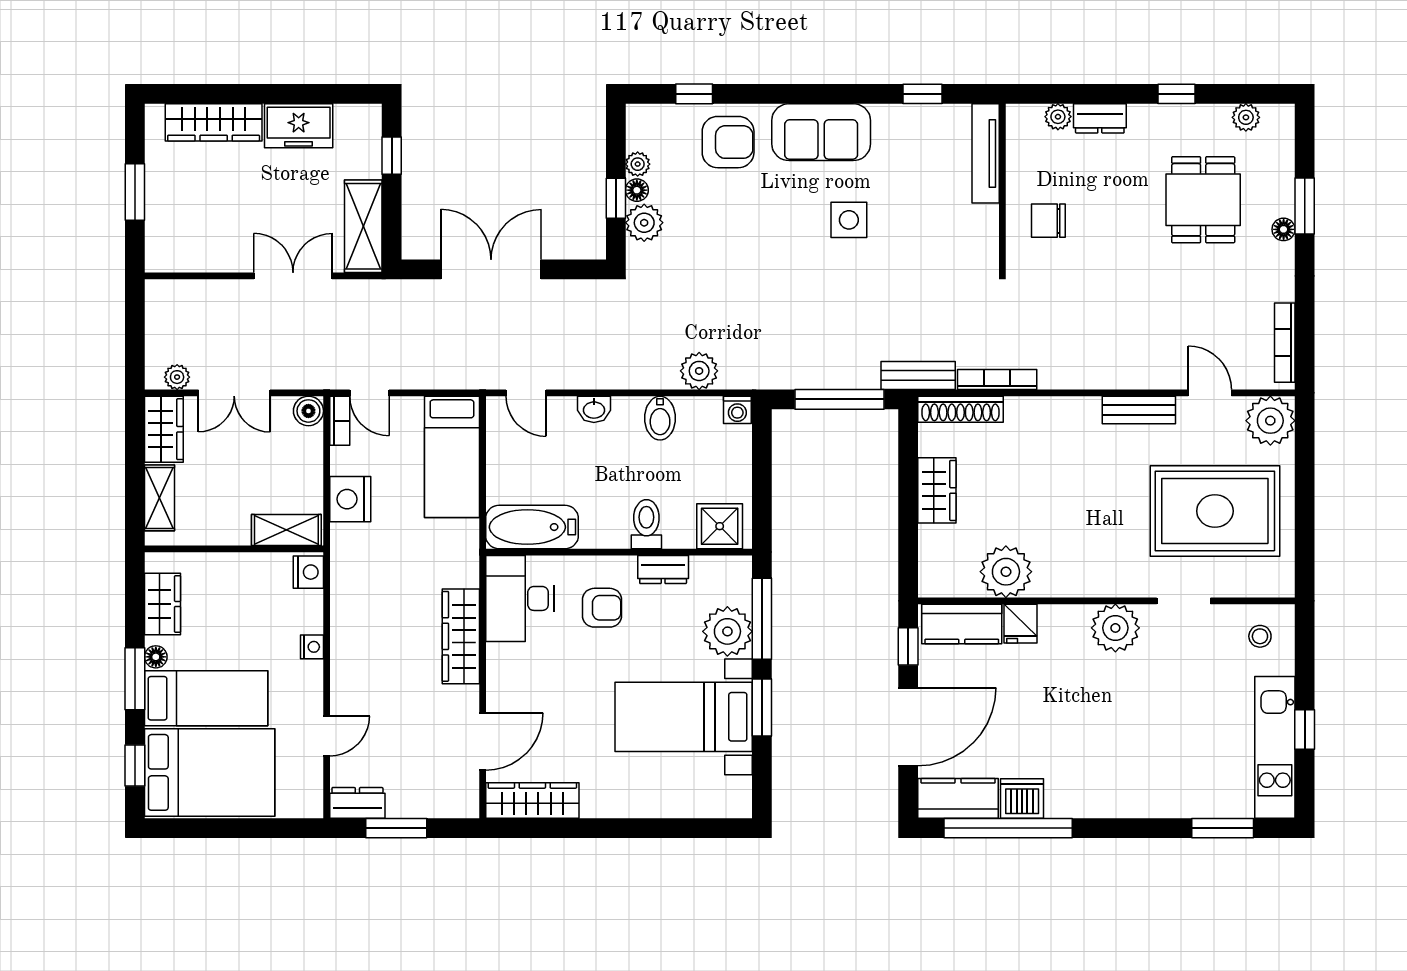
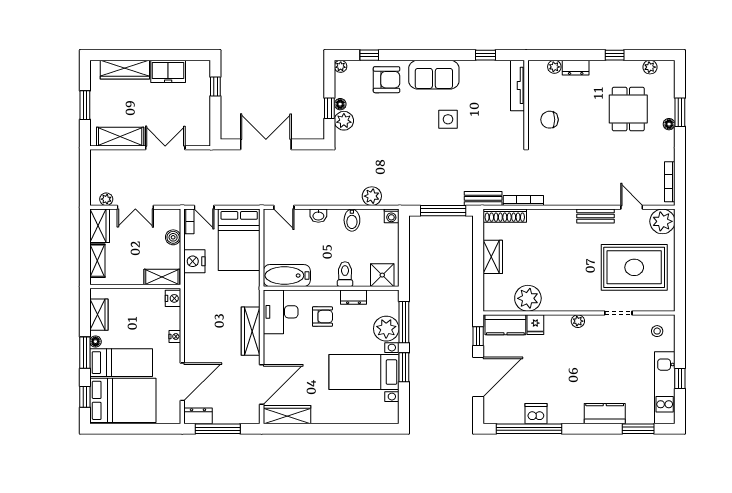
plant: (638, 164) -> (341, 66), moved
shelving: (363, 226) -> (120, 137), moved, turned 90
boiler: (308, 411) -> (173, 237), moved
bed: (452, 457) -> (239, 240), width x1.50
plant: (1115, 628) -> (578, 321), width x0.53, depth x0.53
door: (327, 736) -> (182, 382), width x1.88
door: (483, 741) -> (262, 385), width x1.36
kitchen counter: (958, 798) -> (605, 414), moved
window: (396, 828) -> (218, 429), width x1.44

